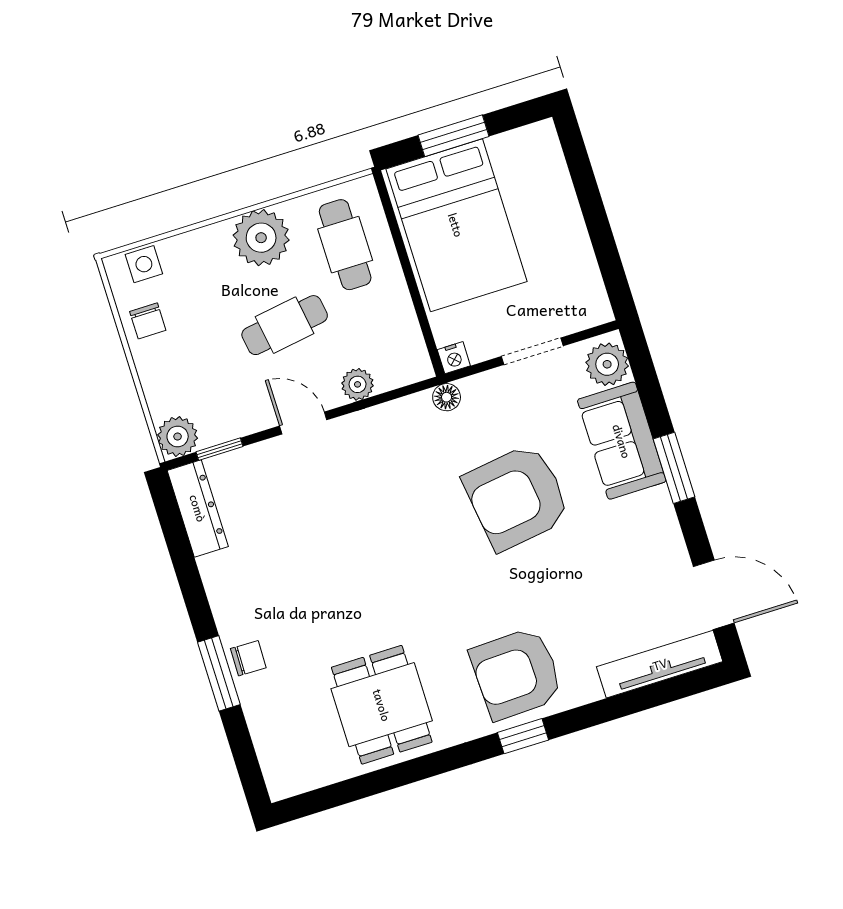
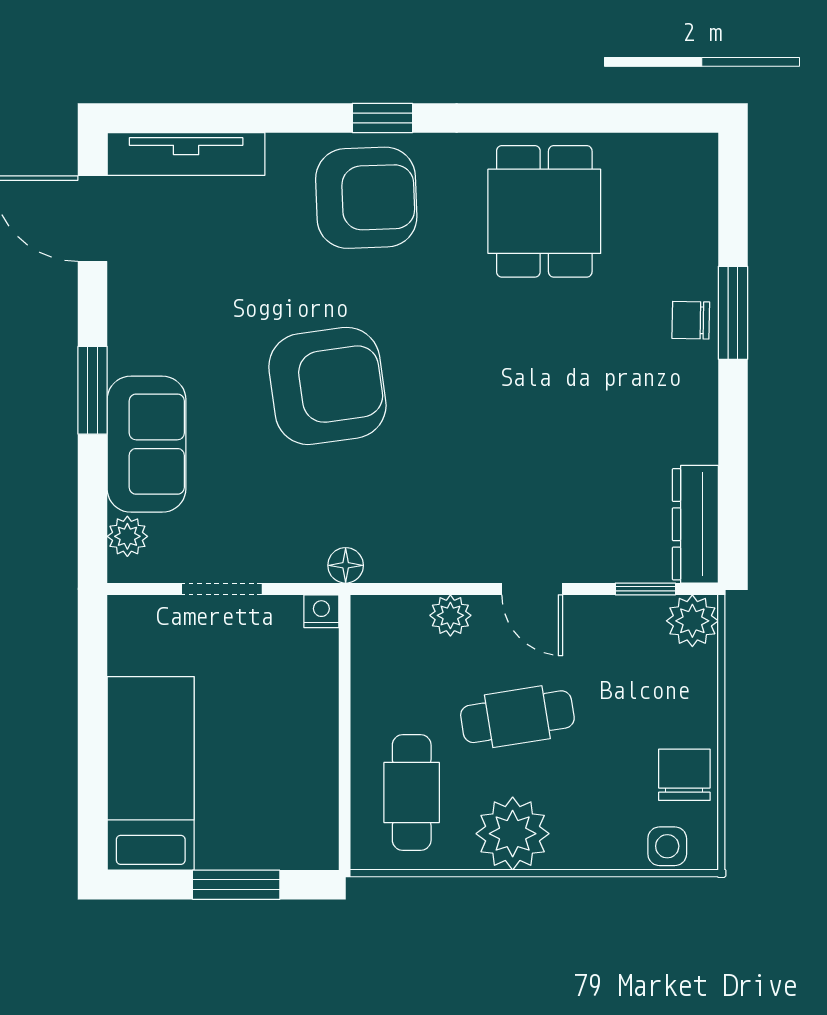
bed: (456, 225) -> (151, 773), moved, width x0.67
chair: (148, 321) -> (684, 775), width x1.37, depth x1.37
plant: (607, 364) -> (127, 536), width x0.73, depth x0.73
armchair: (517, 497) -> (327, 386), moved

